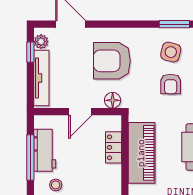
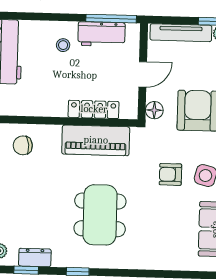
door: (80, 112) -> (143, 74), swing flipped
locker: (113, 147) -> (94, 109), width x1.53
window: (30, 158) -> (111, 19), moved

